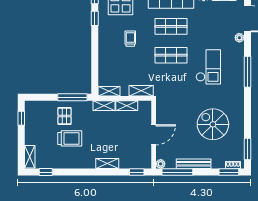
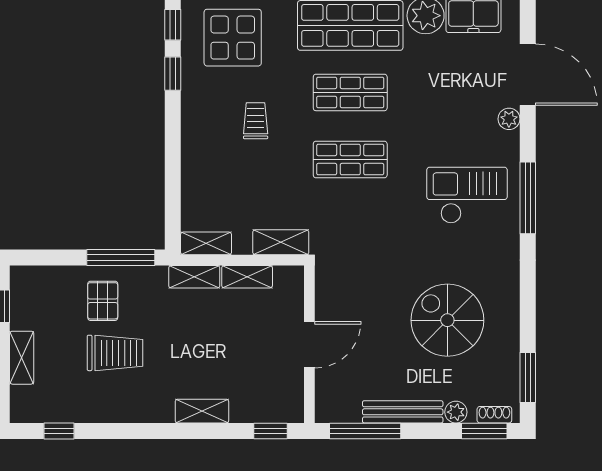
checkout: (208, 67) -> (467, 195), moved, turned -90
shelving: (30, 157) -> (22, 358), moved
plant: (161, 164) -> (456, 412), moved

